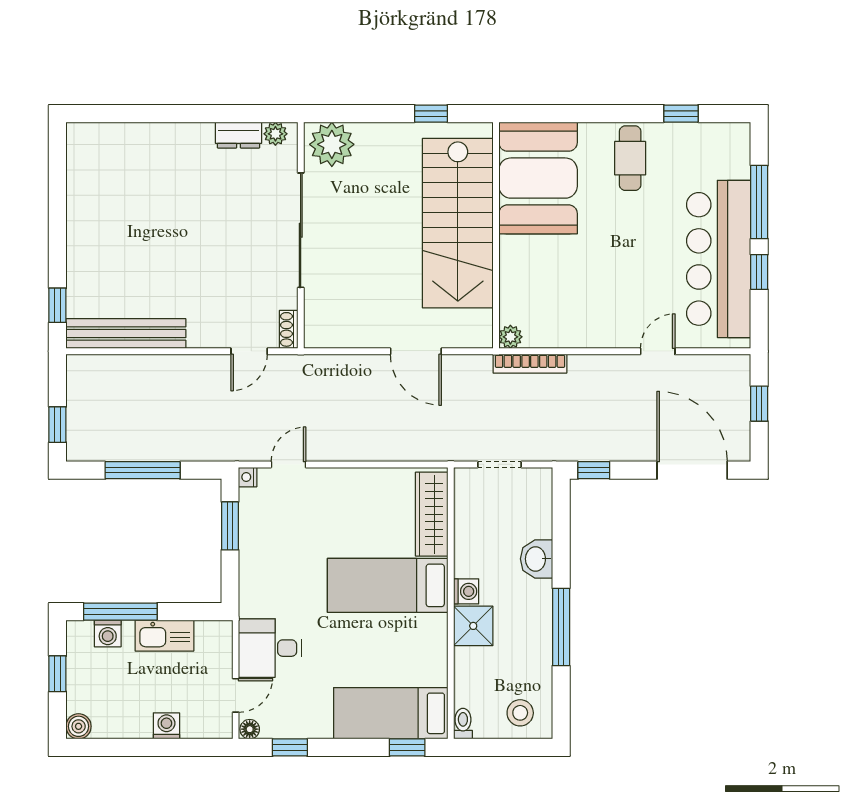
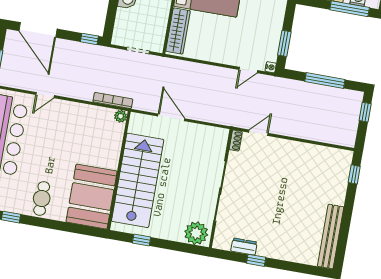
window: (211, 114) -> (256, 260), added
plant: (275, 134) -> (225, 244), removed
bench: (126, 334) -> (331, 237), moved, turned 90

